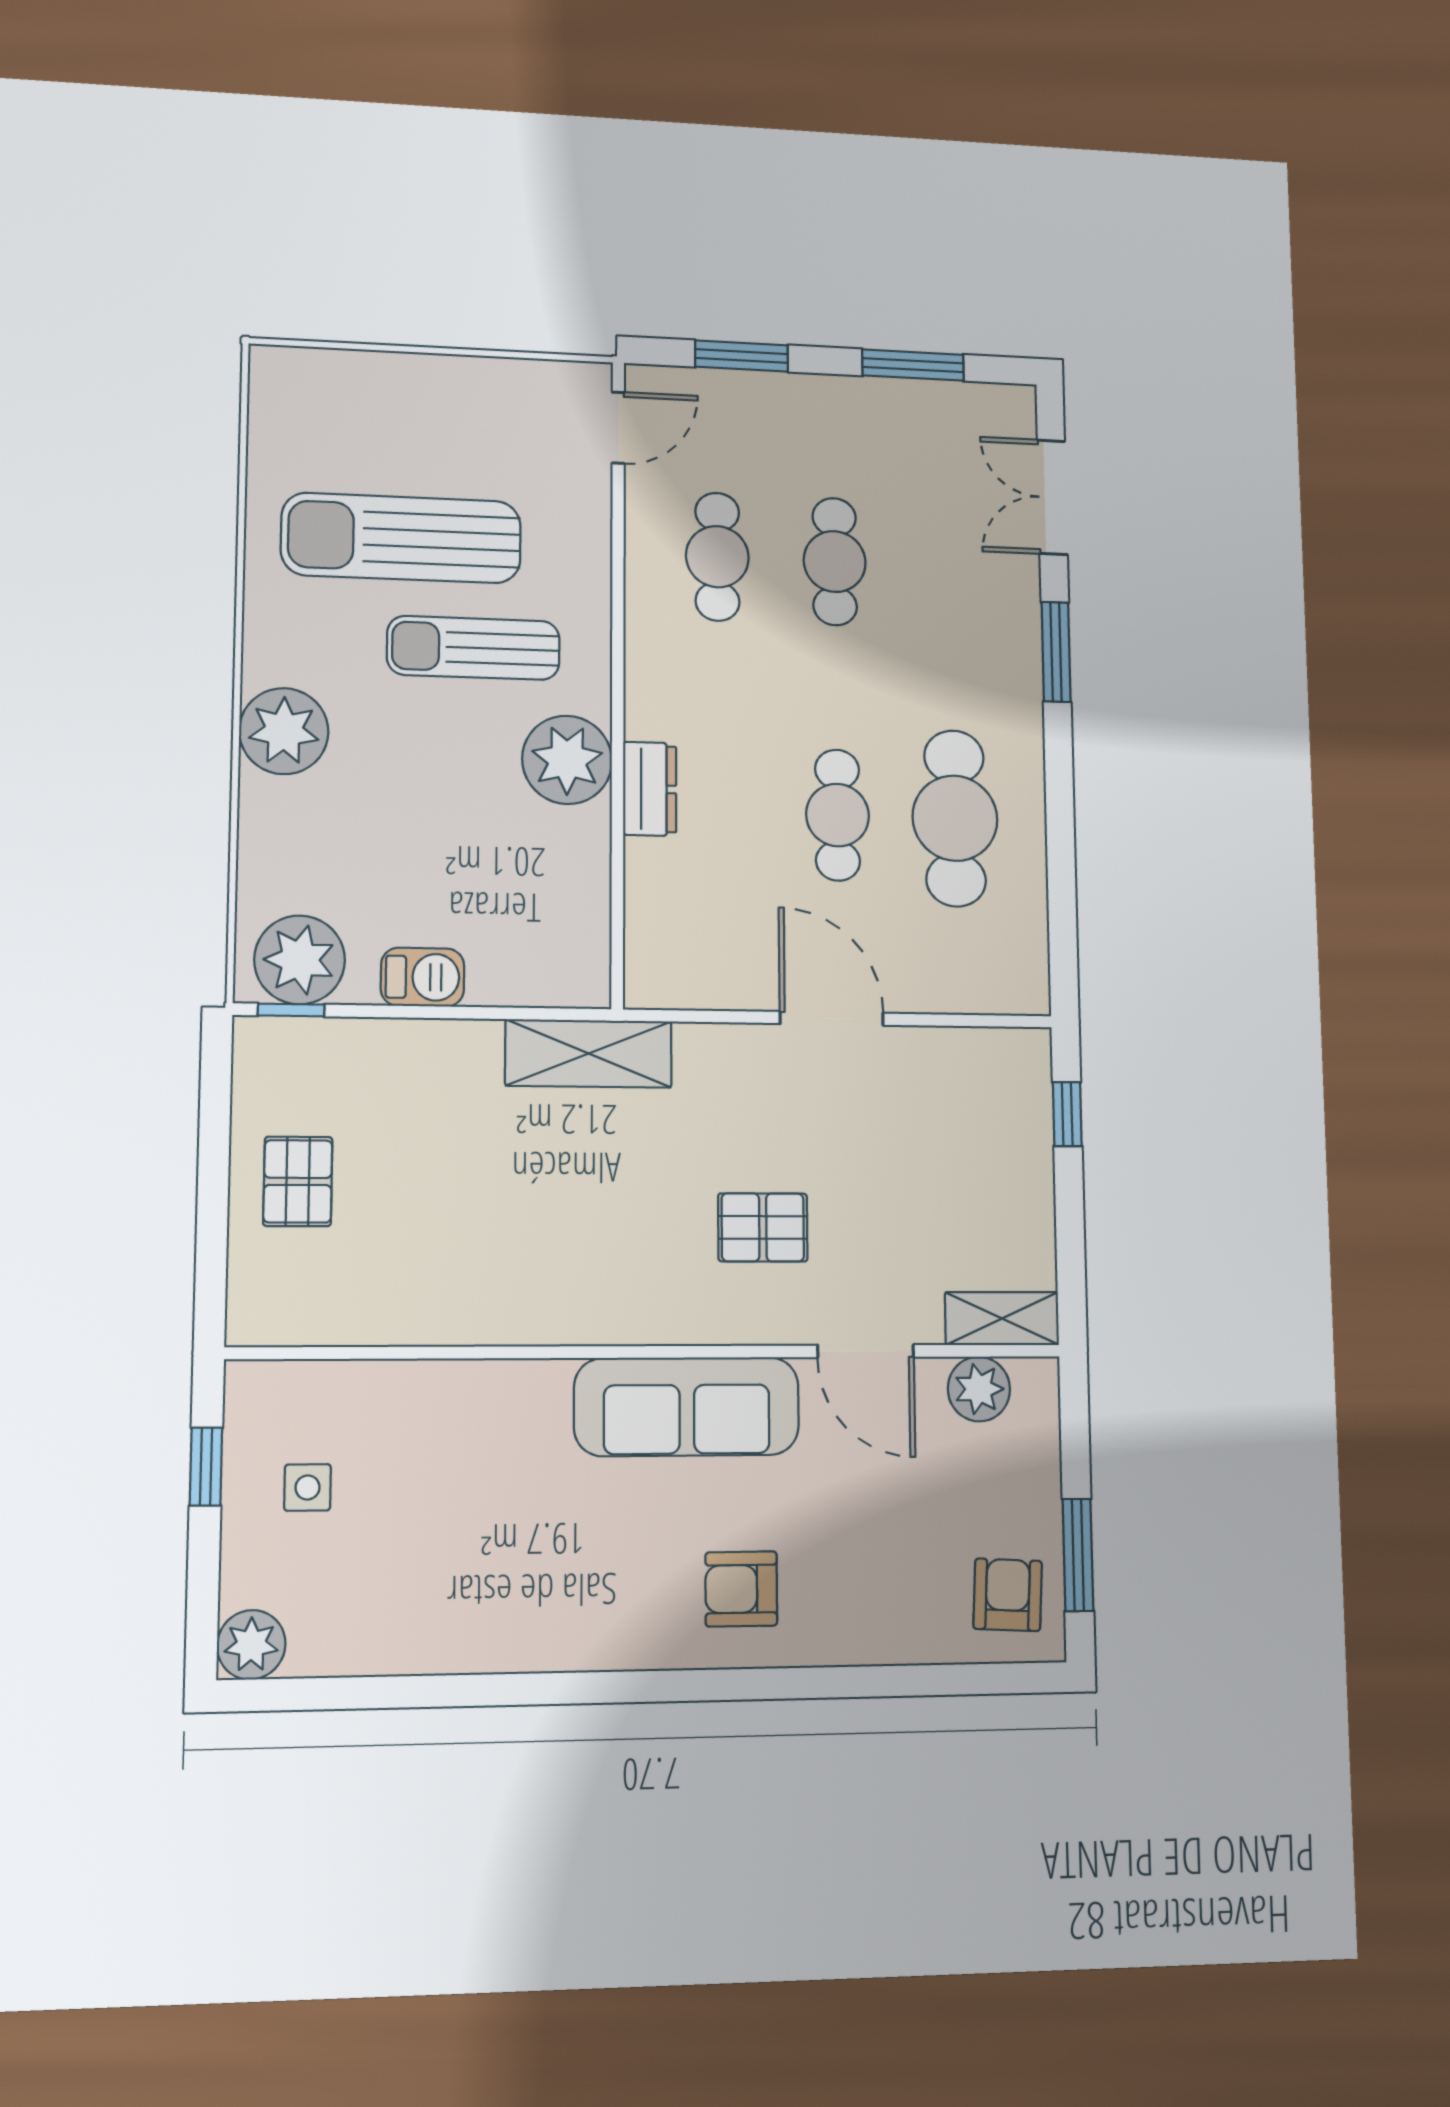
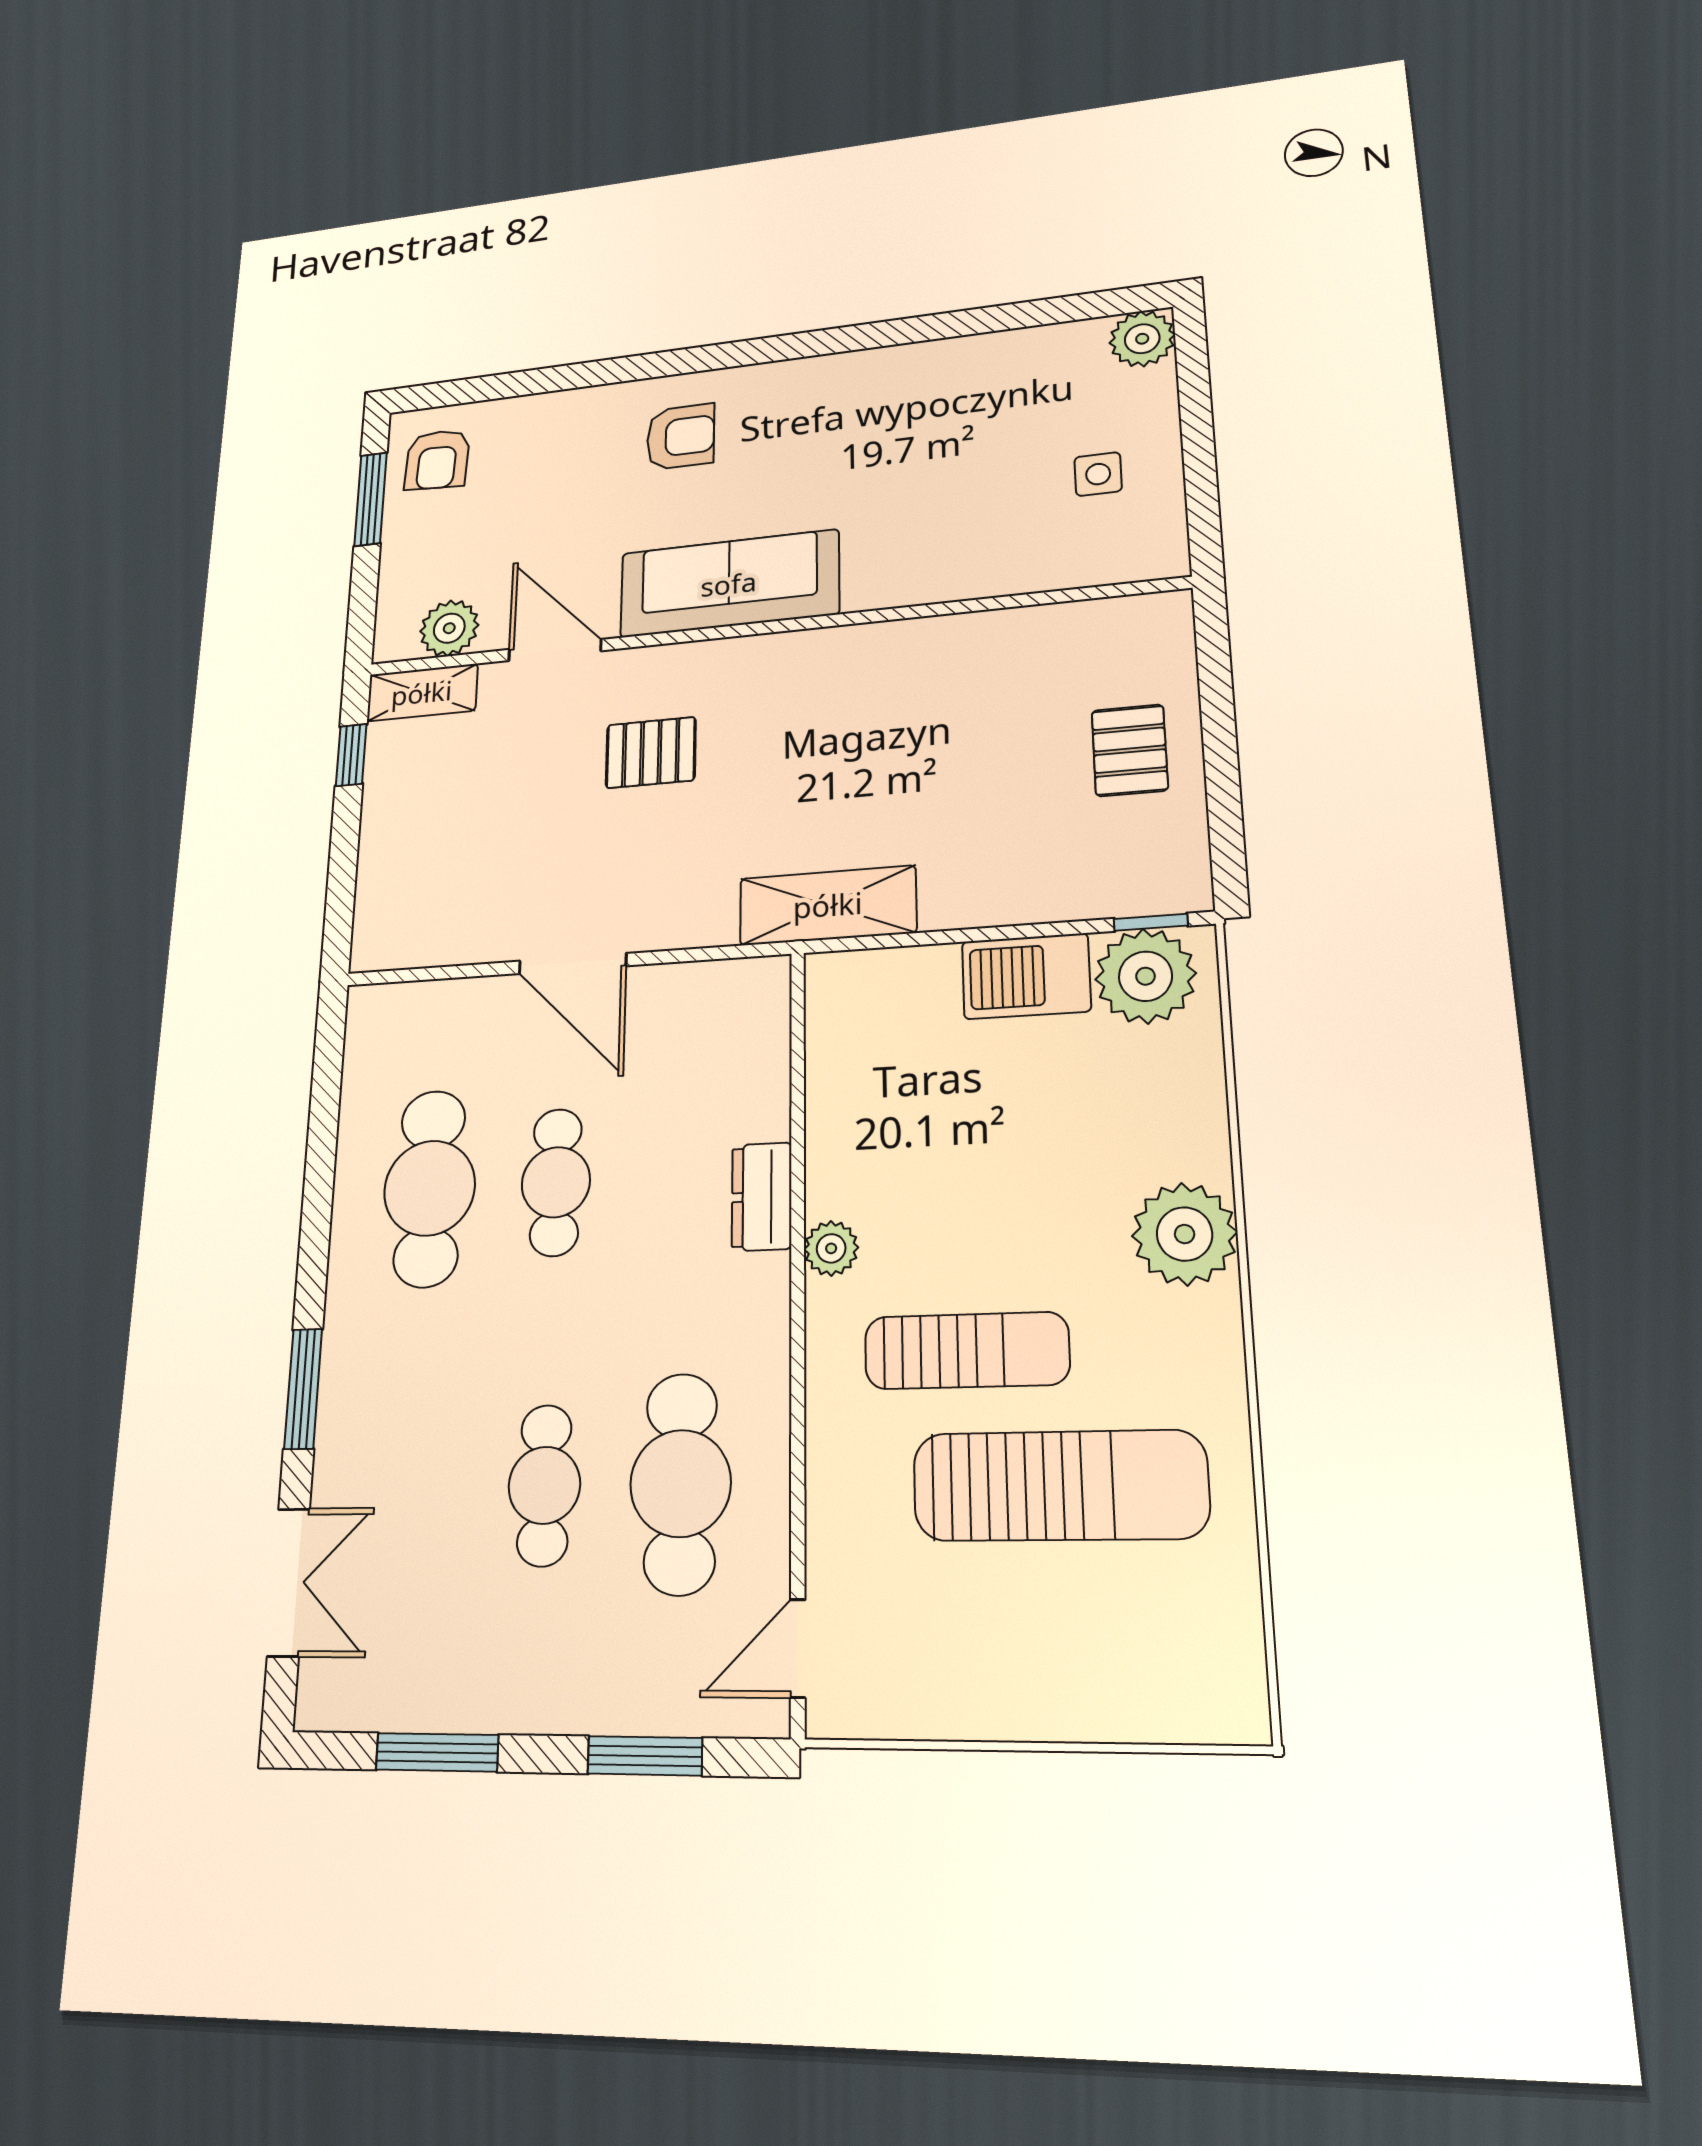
cafe table: (717, 557) -> (681, 1483), width x1.37, depth x1.35
plant: (567, 760) -> (831, 1248), width x0.53, depth x0.53
barbecue: (423, 977) -> (1026, 976), width x1.38, depth x1.27
window: (1067, 1114) -> (351, 755), moved
window: (206, 1467) -> (1201, 481), removed

